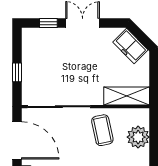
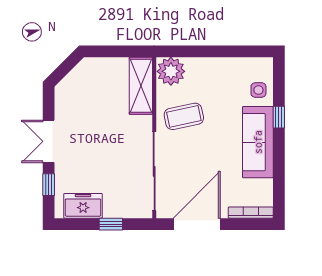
freezer: (130, 46) -> (83, 206), moved, turned -135
plant: (138, 137) -> (171, 71), moved

